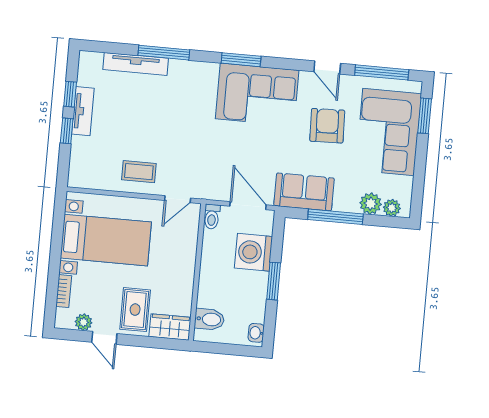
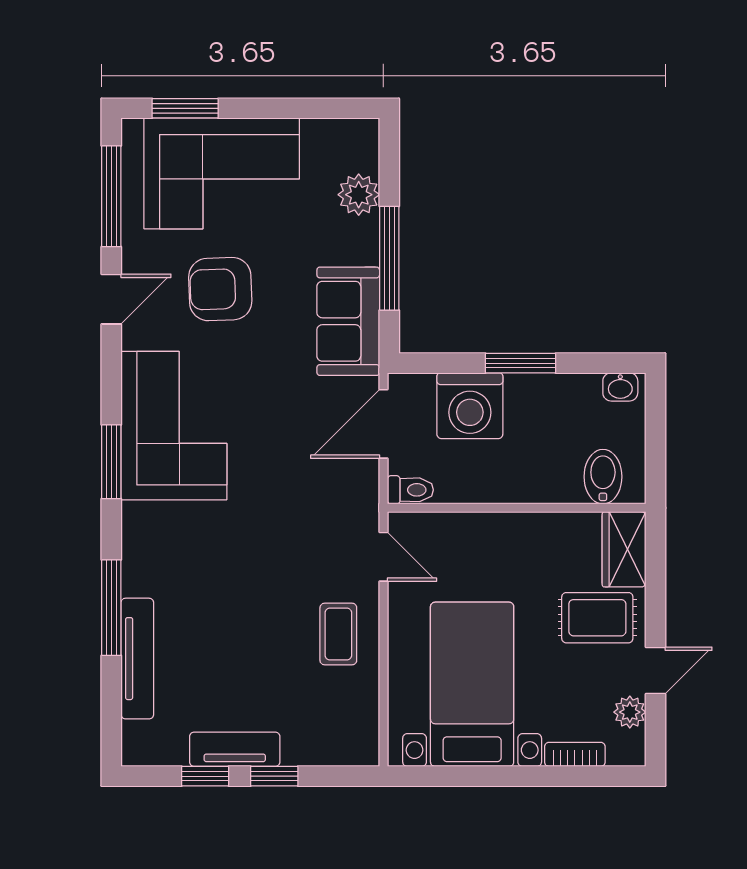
plant: (392, 208) -> (363, 154), removed

